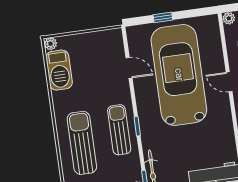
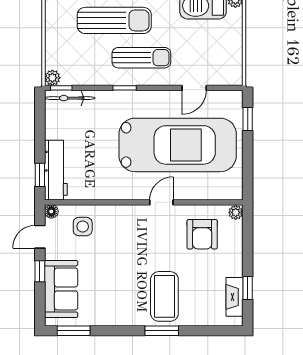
window: (163, 17) -> (248, 119), moved
sun lounger: (119, 130) -> (141, 58), moved

